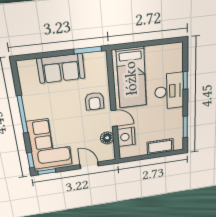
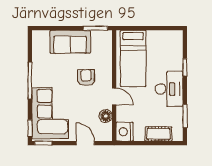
desk: (169, 91) -> (169, 89), moved
armchair: (94, 101) -> (86, 78), moved, turned 180
nightstand: (126, 137) -> (125, 132), moved

